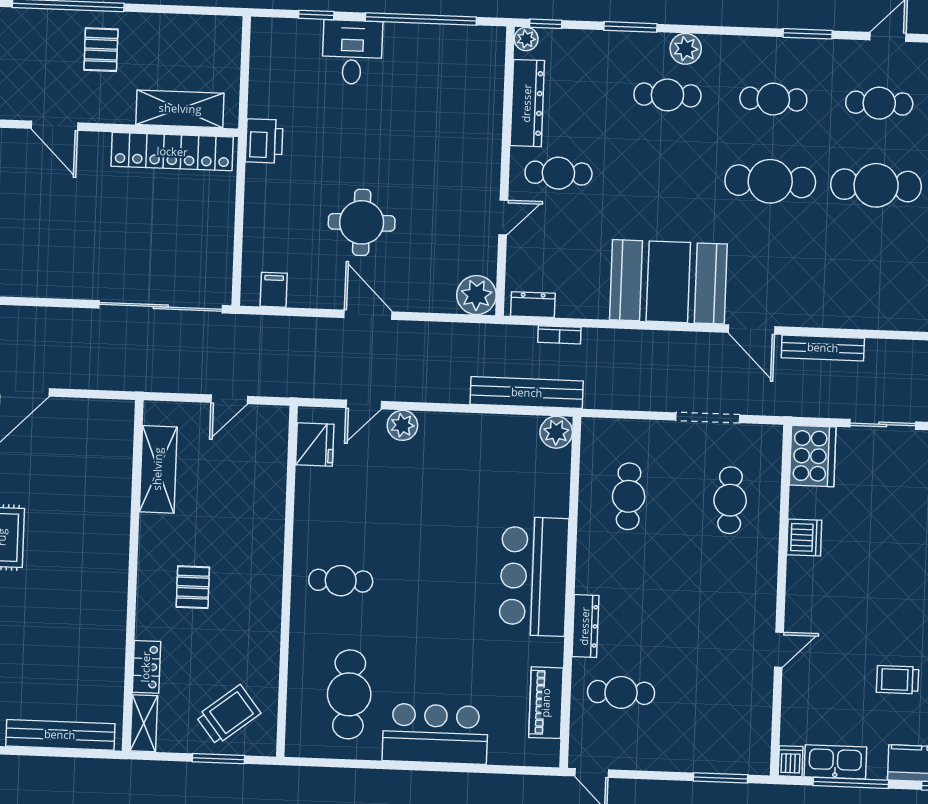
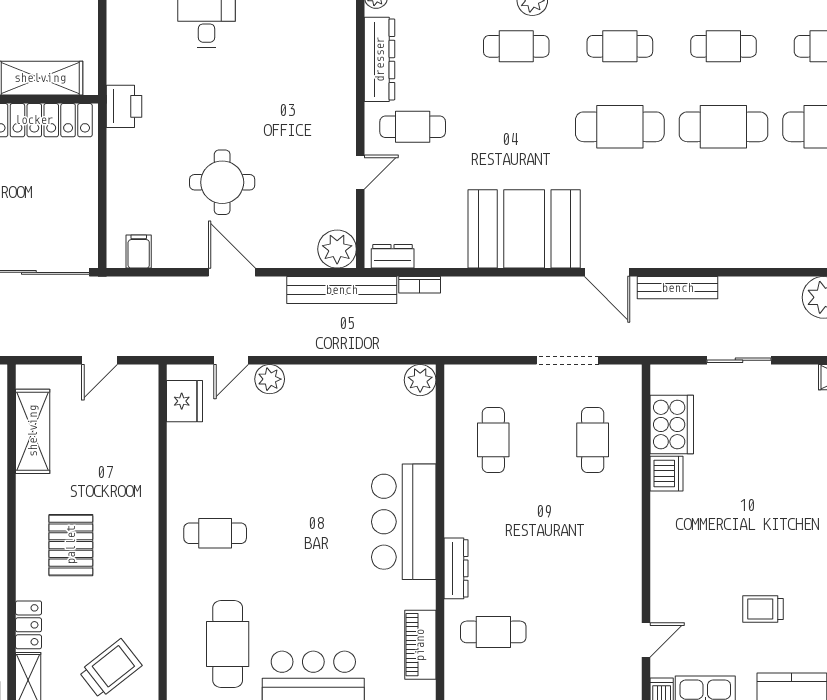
bench: (527, 393) -> (342, 290), moved
cooker: (813, 456) -> (672, 425), moved
pallet: (193, 587) -> (71, 545), width x1.50, depth x1.42
door: (779, 650) -> (646, 640), moved

